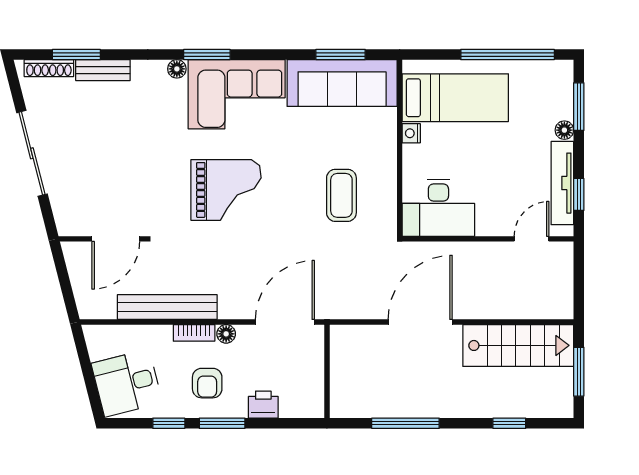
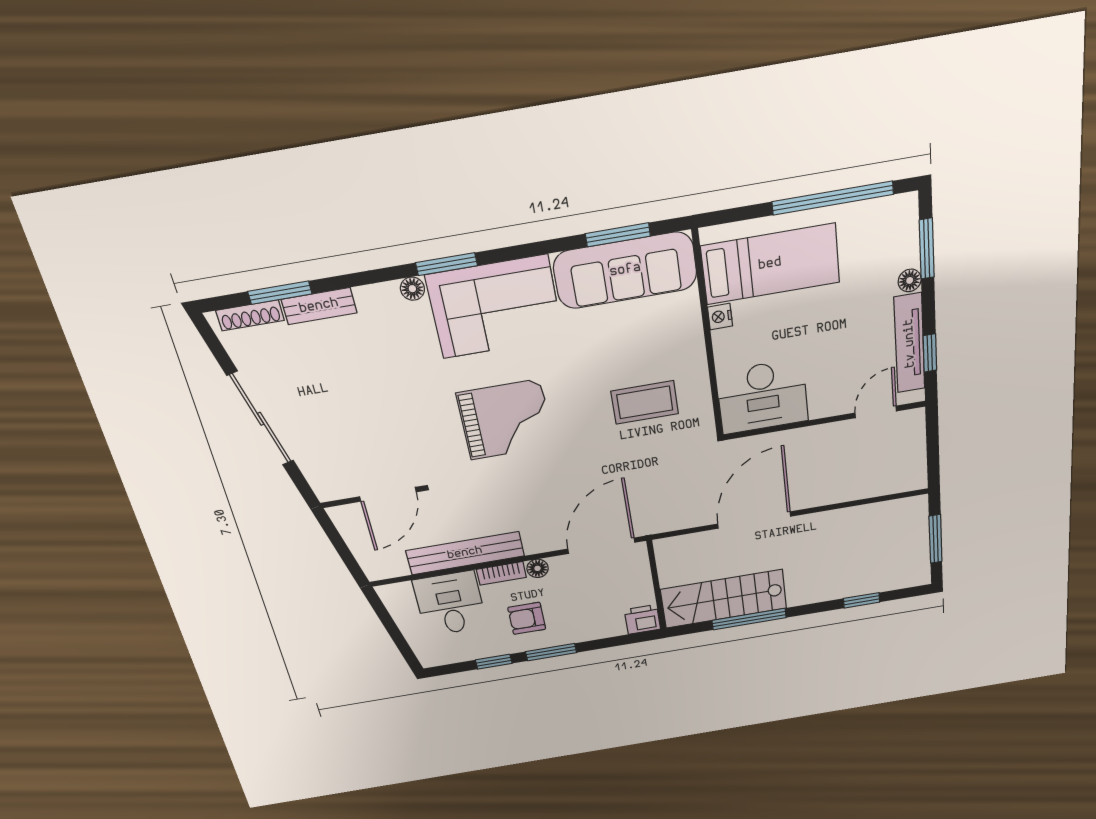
coffee table: (341, 195) -> (645, 402), turned 90
stairs: (518, 345) -> (724, 599), moved, turned 180
desk: (127, 383) -> (450, 604), moved, turned 104
armchair: (207, 383) -> (527, 618), turned 90
printer: (263, 405) -> (642, 619), moved

